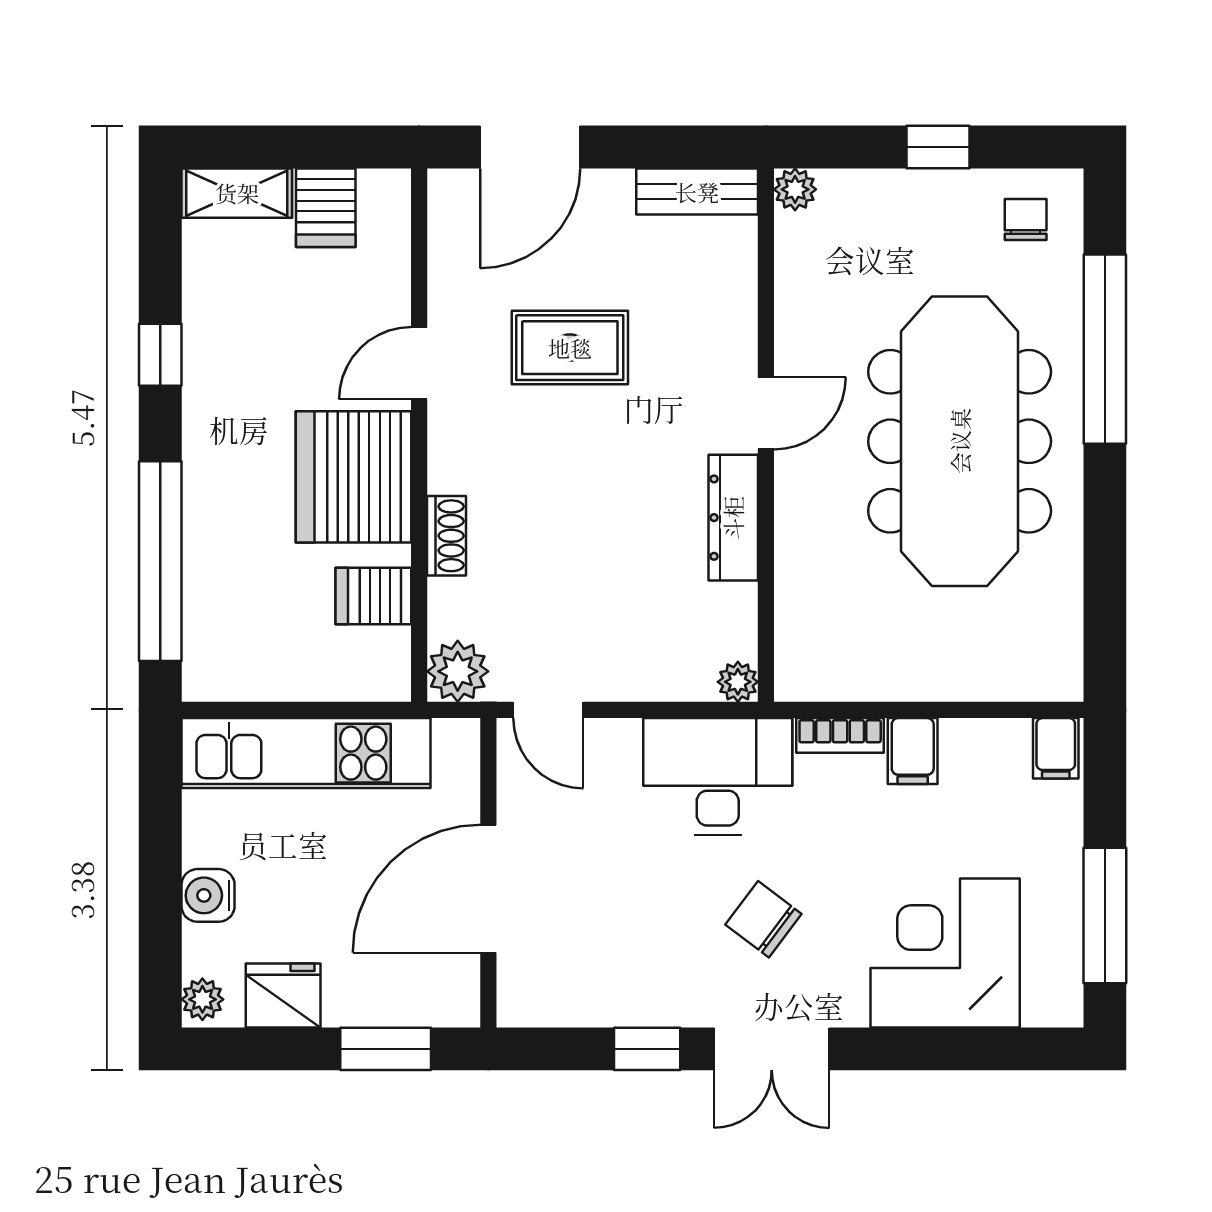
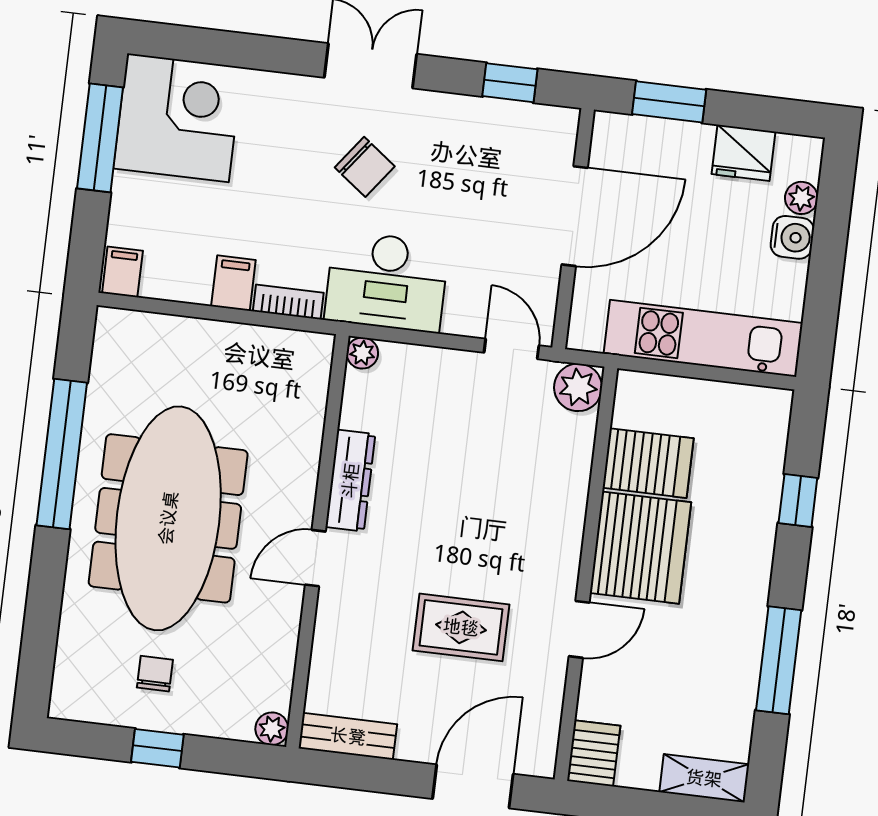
server rack: (326, 208) -> (594, 753), moved
chair: (1026, 220) -> (155, 674), moved, turned 180
window: (1105, 349) -> (62, 454), moved
window: (160, 355) -> (779, 660), width x2.17
shoe rack: (446, 536) -> (574, 493), removed
window: (160, 561) -> (798, 501), width x0.32
server rack: (373, 596) -> (648, 463), width x1.36, depth x1.44
corner desk: (945, 953) -> (178, 118), moved, turned -90
plant: (202, 999) -> (801, 198), moved
window: (647, 1049) -> (510, 83), moved

